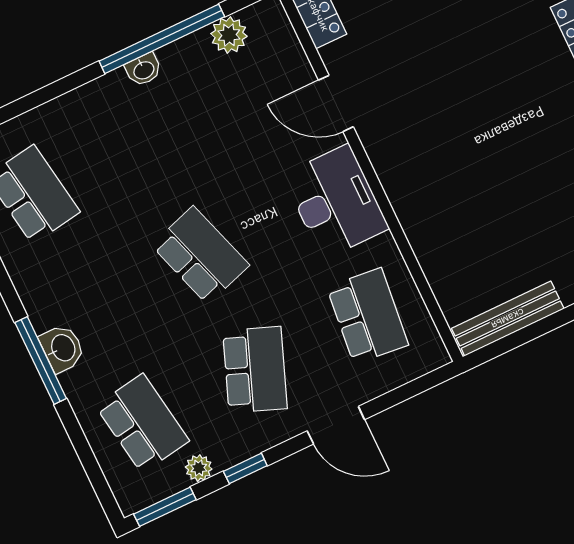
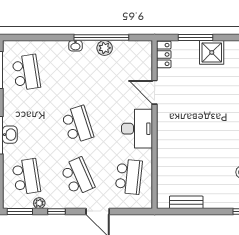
plant: (229, 35) -> (105, 48), moved
washbasin: (144, 70) -> (75, 46), moved
bench: (508, 319) -> (186, 202), width x0.73
school desk: (255, 370) -> (77, 177), turned -45

